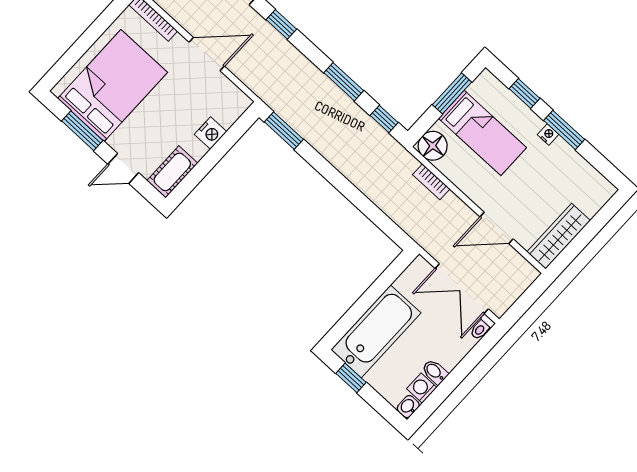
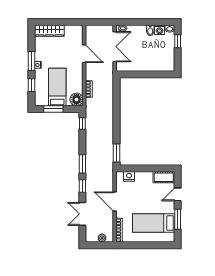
window: (344, 82) -> (82, 164), moved
bed: (112, 85) -> (154, 223), width x0.67
nightstand: (211, 133) -> (129, 176), moved
door: (123, 168) -> (178, 194), swing flipped
wardrobe: (559, 236) -> (49, 31), moved
bathtub: (376, 331) -> (155, 62), removed
window: (351, 378) -> (178, 41), moved

